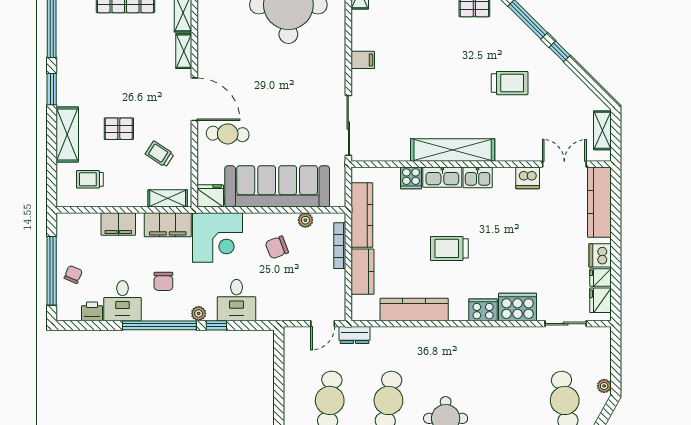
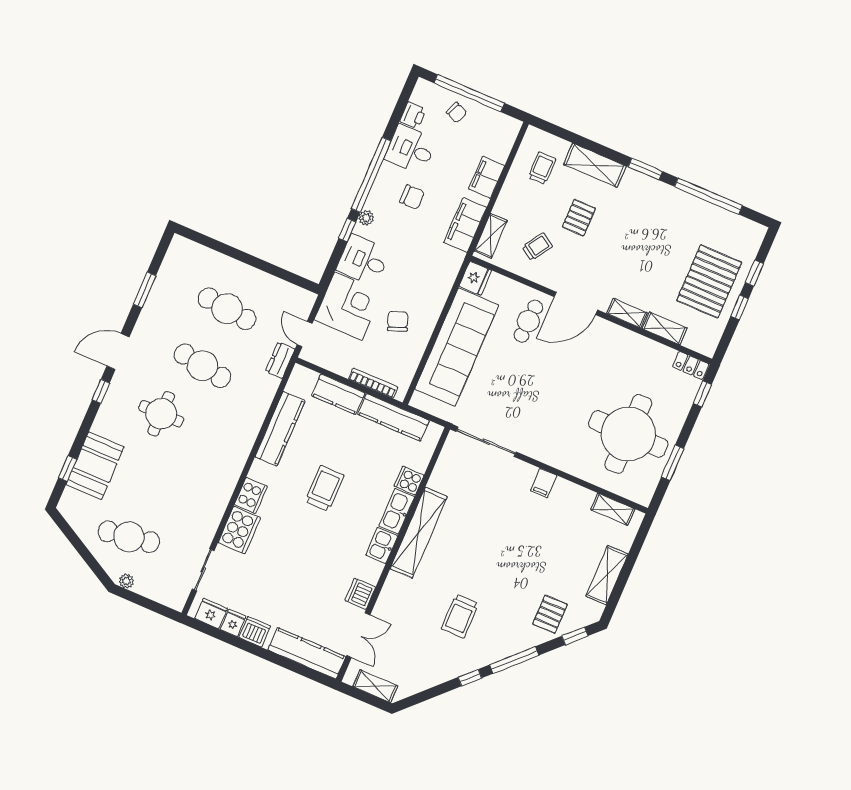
plant: (305, 220) -> (412, 360), removed
corner desk: (217, 238) -> (348, 306), moved, turned 180
chair: (163, 281) -> (412, 197), turned 180

